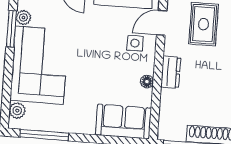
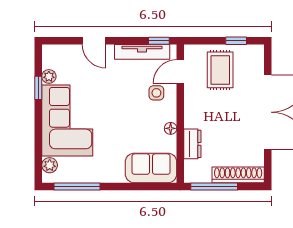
window: (11, 29) -> (38, 88), width x0.67
dresser: (171, 72) -> (192, 144), moved

